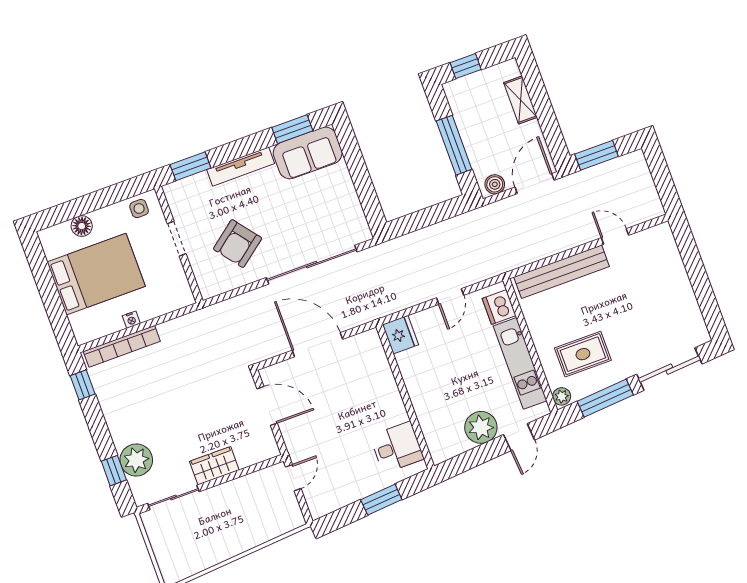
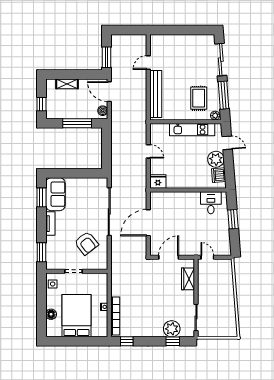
tv unit: (241, 167) -> (50, 224), width x0.71
dishwasher: (499, 307) -> (219, 175), moved, turned 86
wardrobe: (214, 466) -> (188, 279), moved

